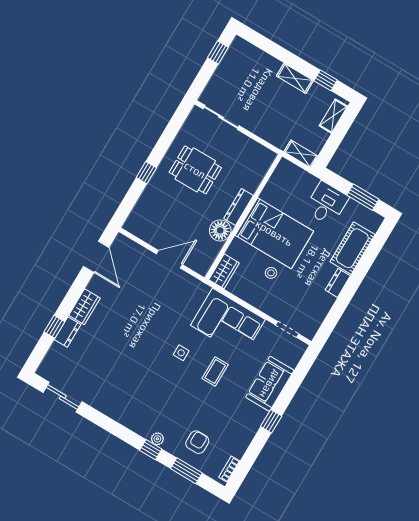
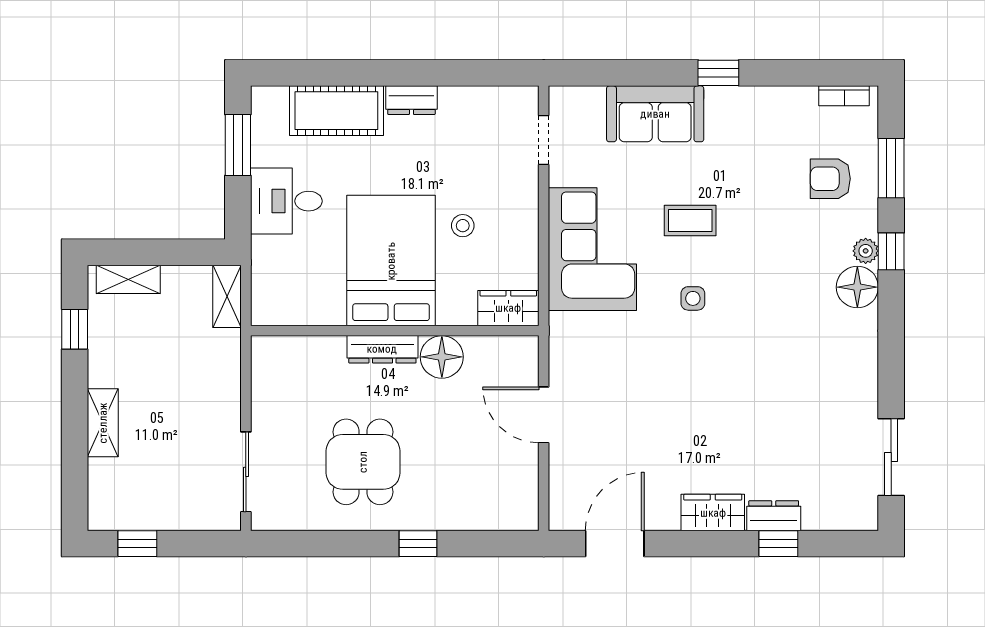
shelving: (295, 78) -> (103, 423), moved
floor lamp: (144, 426) -> (857, 287), added

